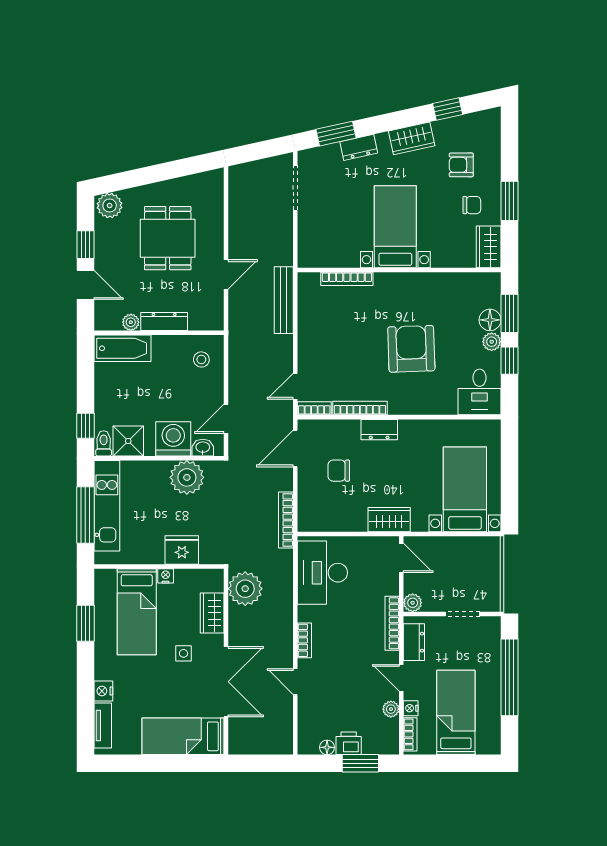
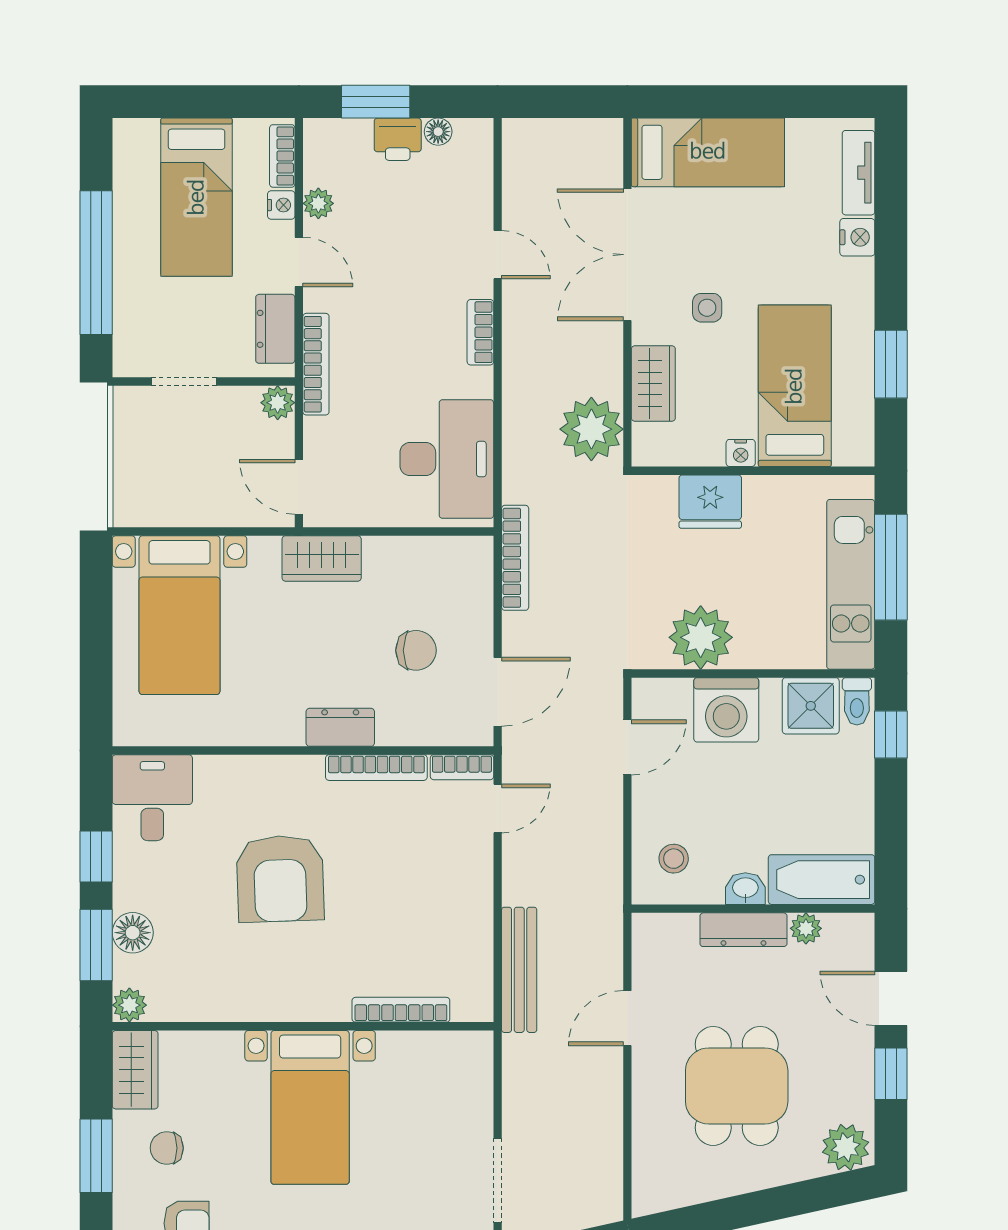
plant: (492, 342) -> (129, 1005), moved
washbasin: (203, 448) -> (745, 889), moved, turned 180

